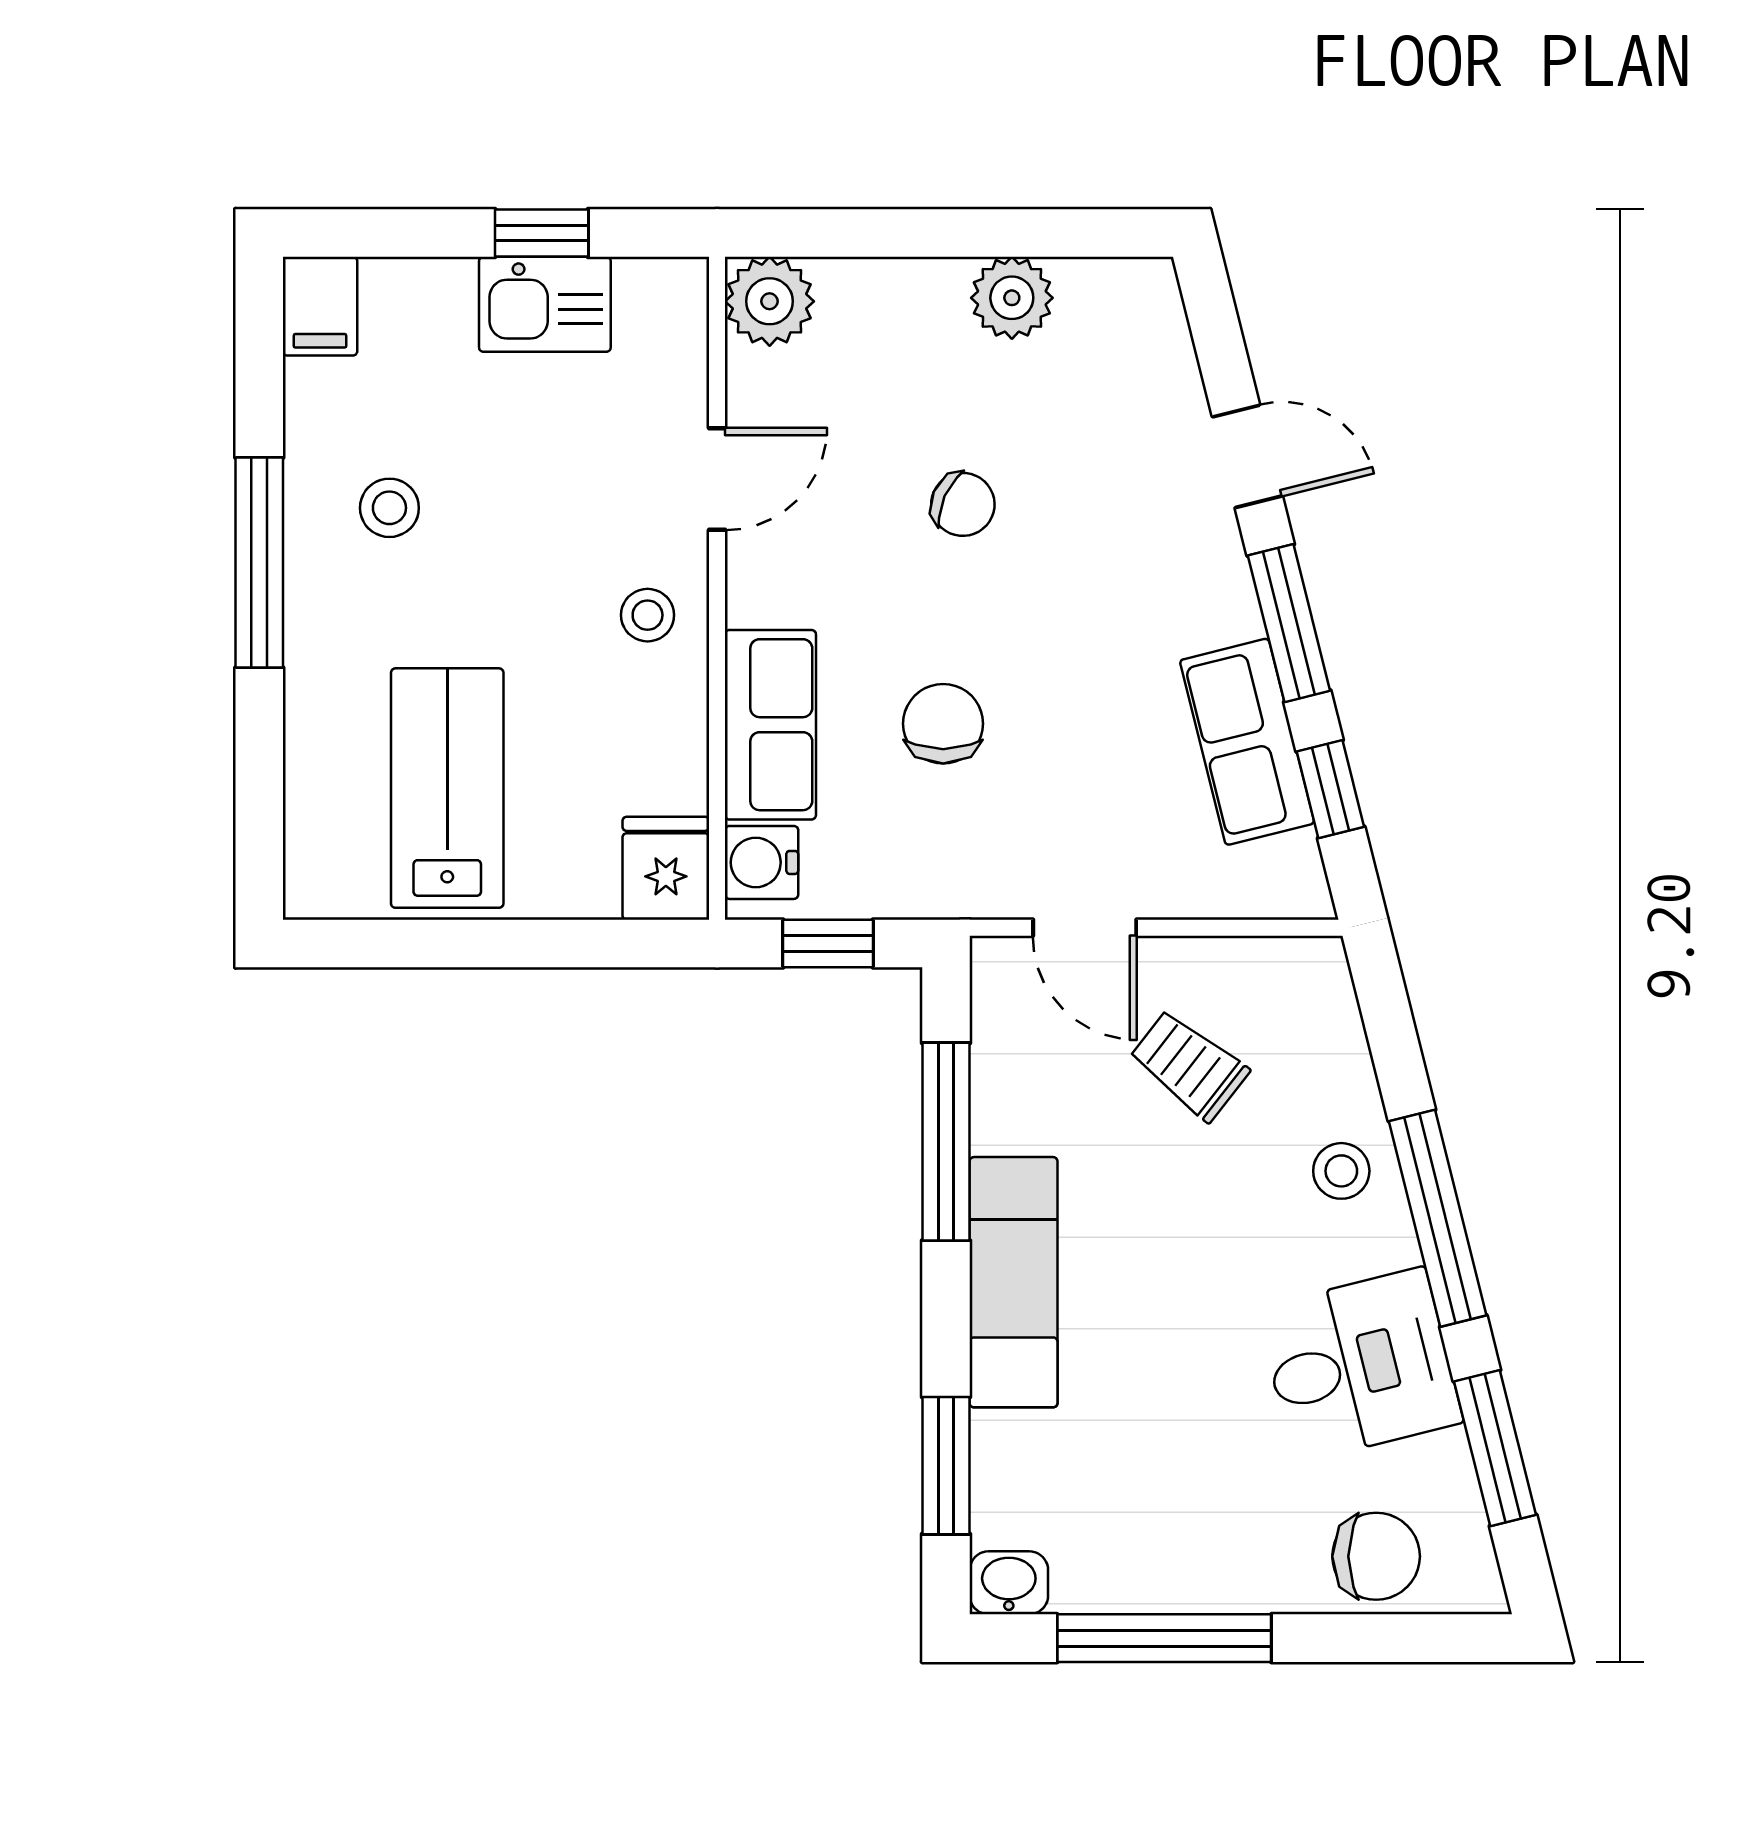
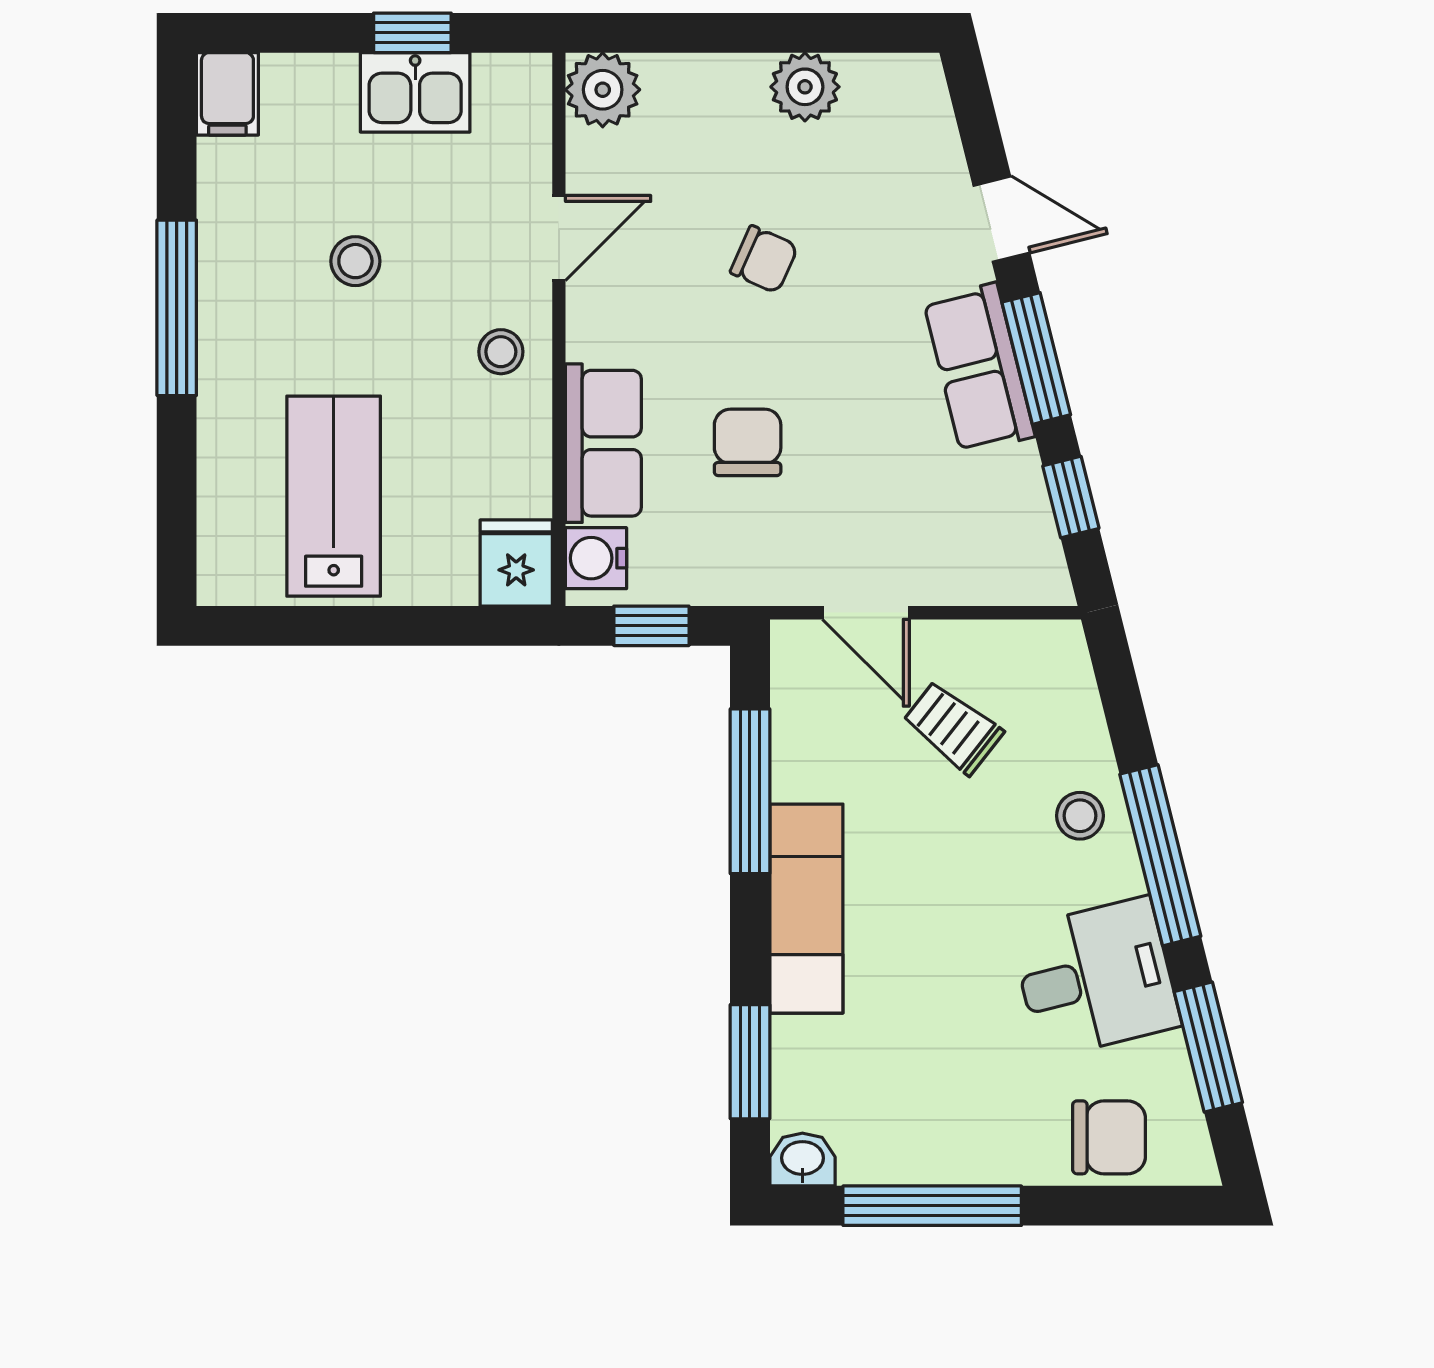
stool: (389, 508) -> (355, 261), moved
row of seats: (1247, 742) -> (979, 368), moved

